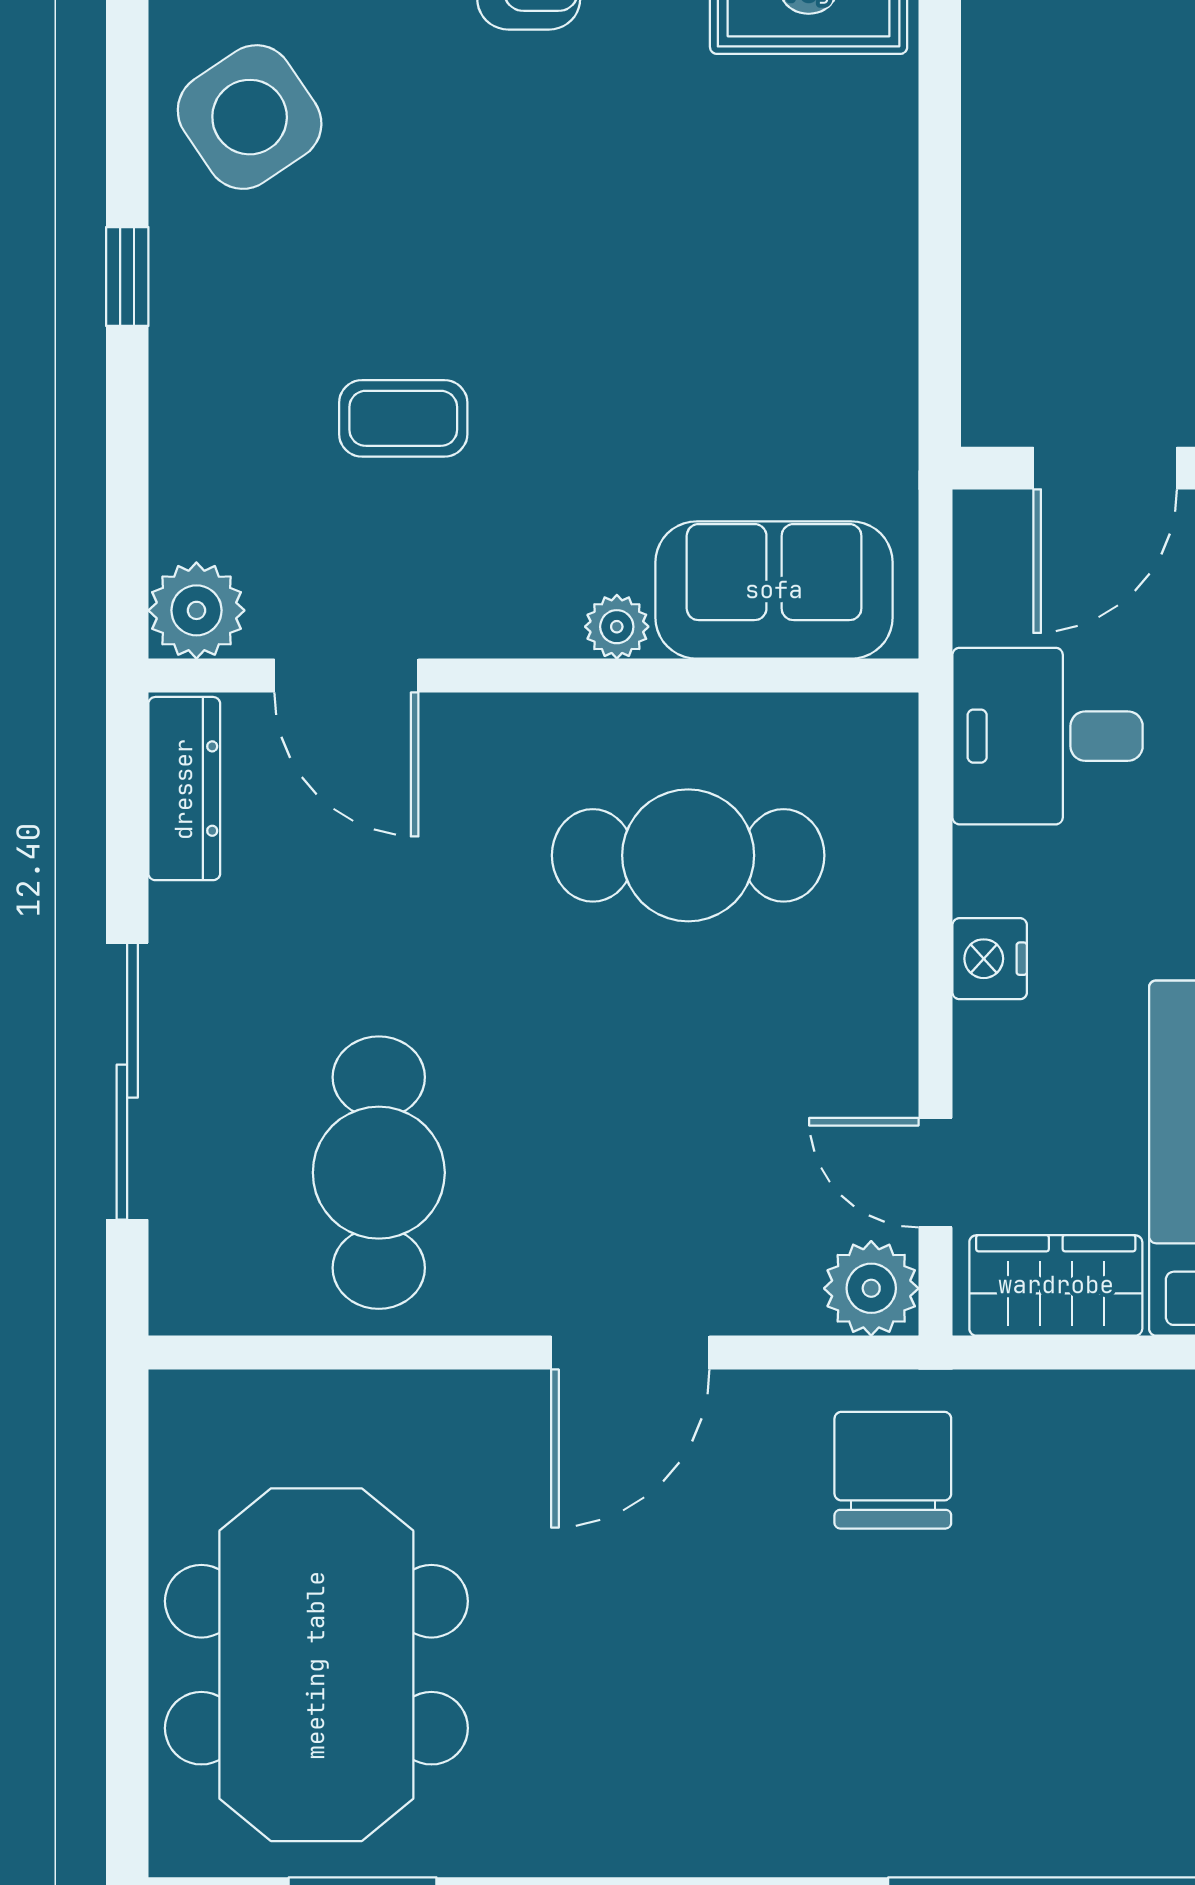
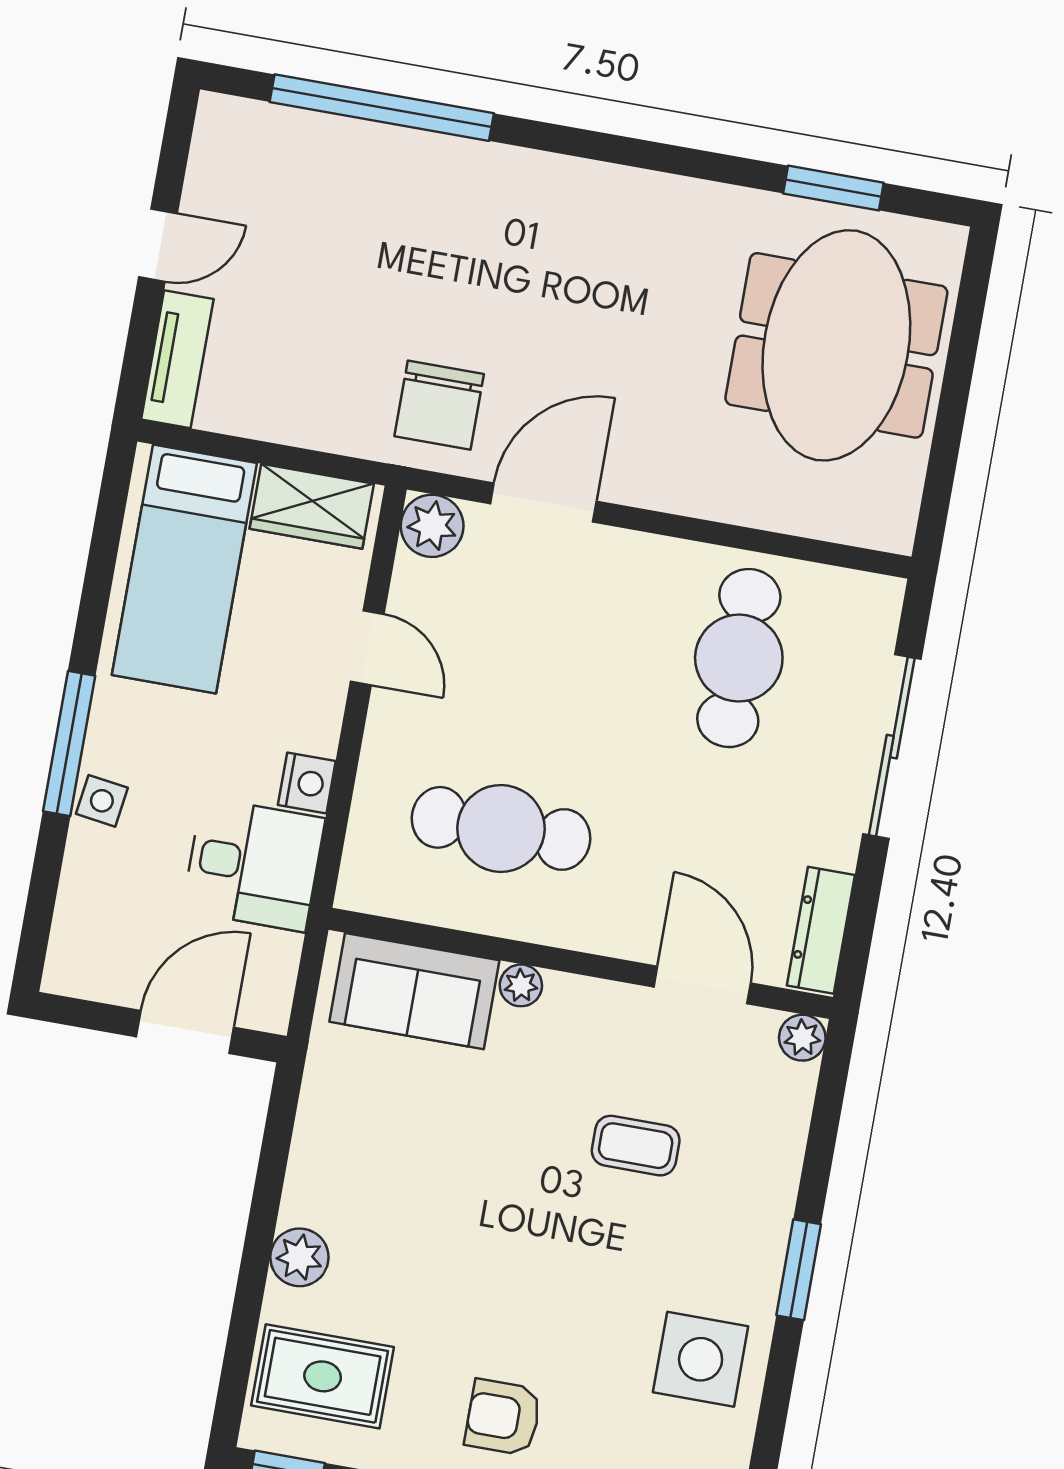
side table: (250, 117) -> (701, 1359), turned 34
plant: (875, 163) -> (299, 1257), added
window: (127, 276) -> (799, 1270), width x1.50
plant: (196, 610) -> (802, 1038), width x0.73, depth x0.73
nightstand: (990, 959) -> (307, 783), moved
door: (935, 1173) -> (367, 648), moved
door: (630, 1353) -> (543, 503), moved

